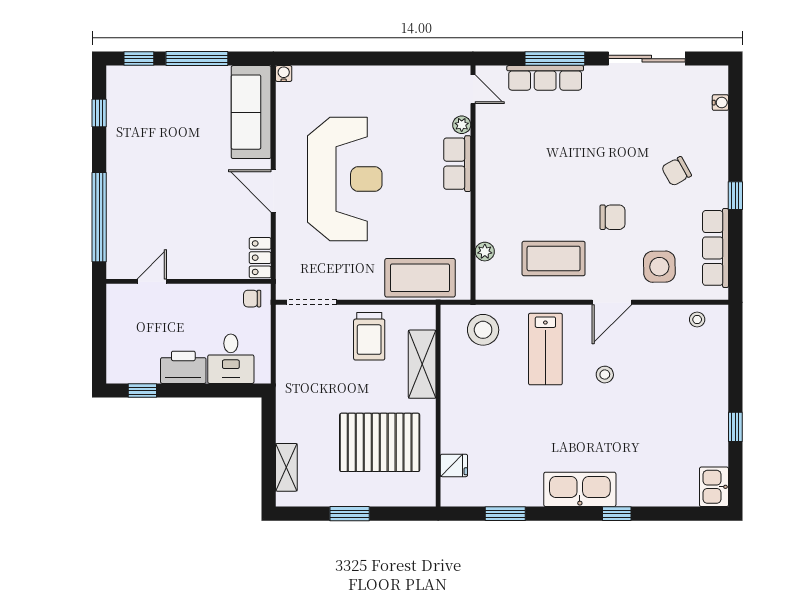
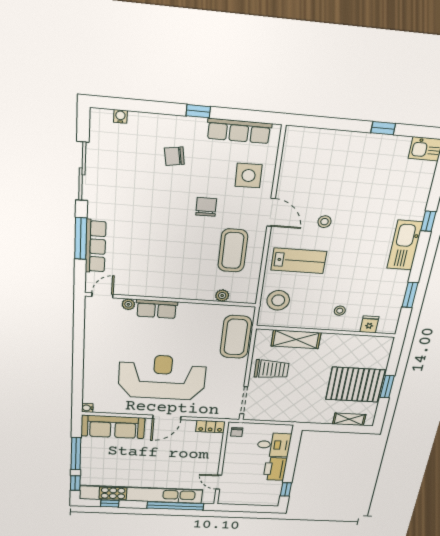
kitchen unit: (121, 162) -> (141, 494), added
chair: (676, 171) -> (174, 156), turned 110
stool: (697, 319) -> (340, 311), moved
pallet: (380, 442) -> (355, 385), moved, turned 90

